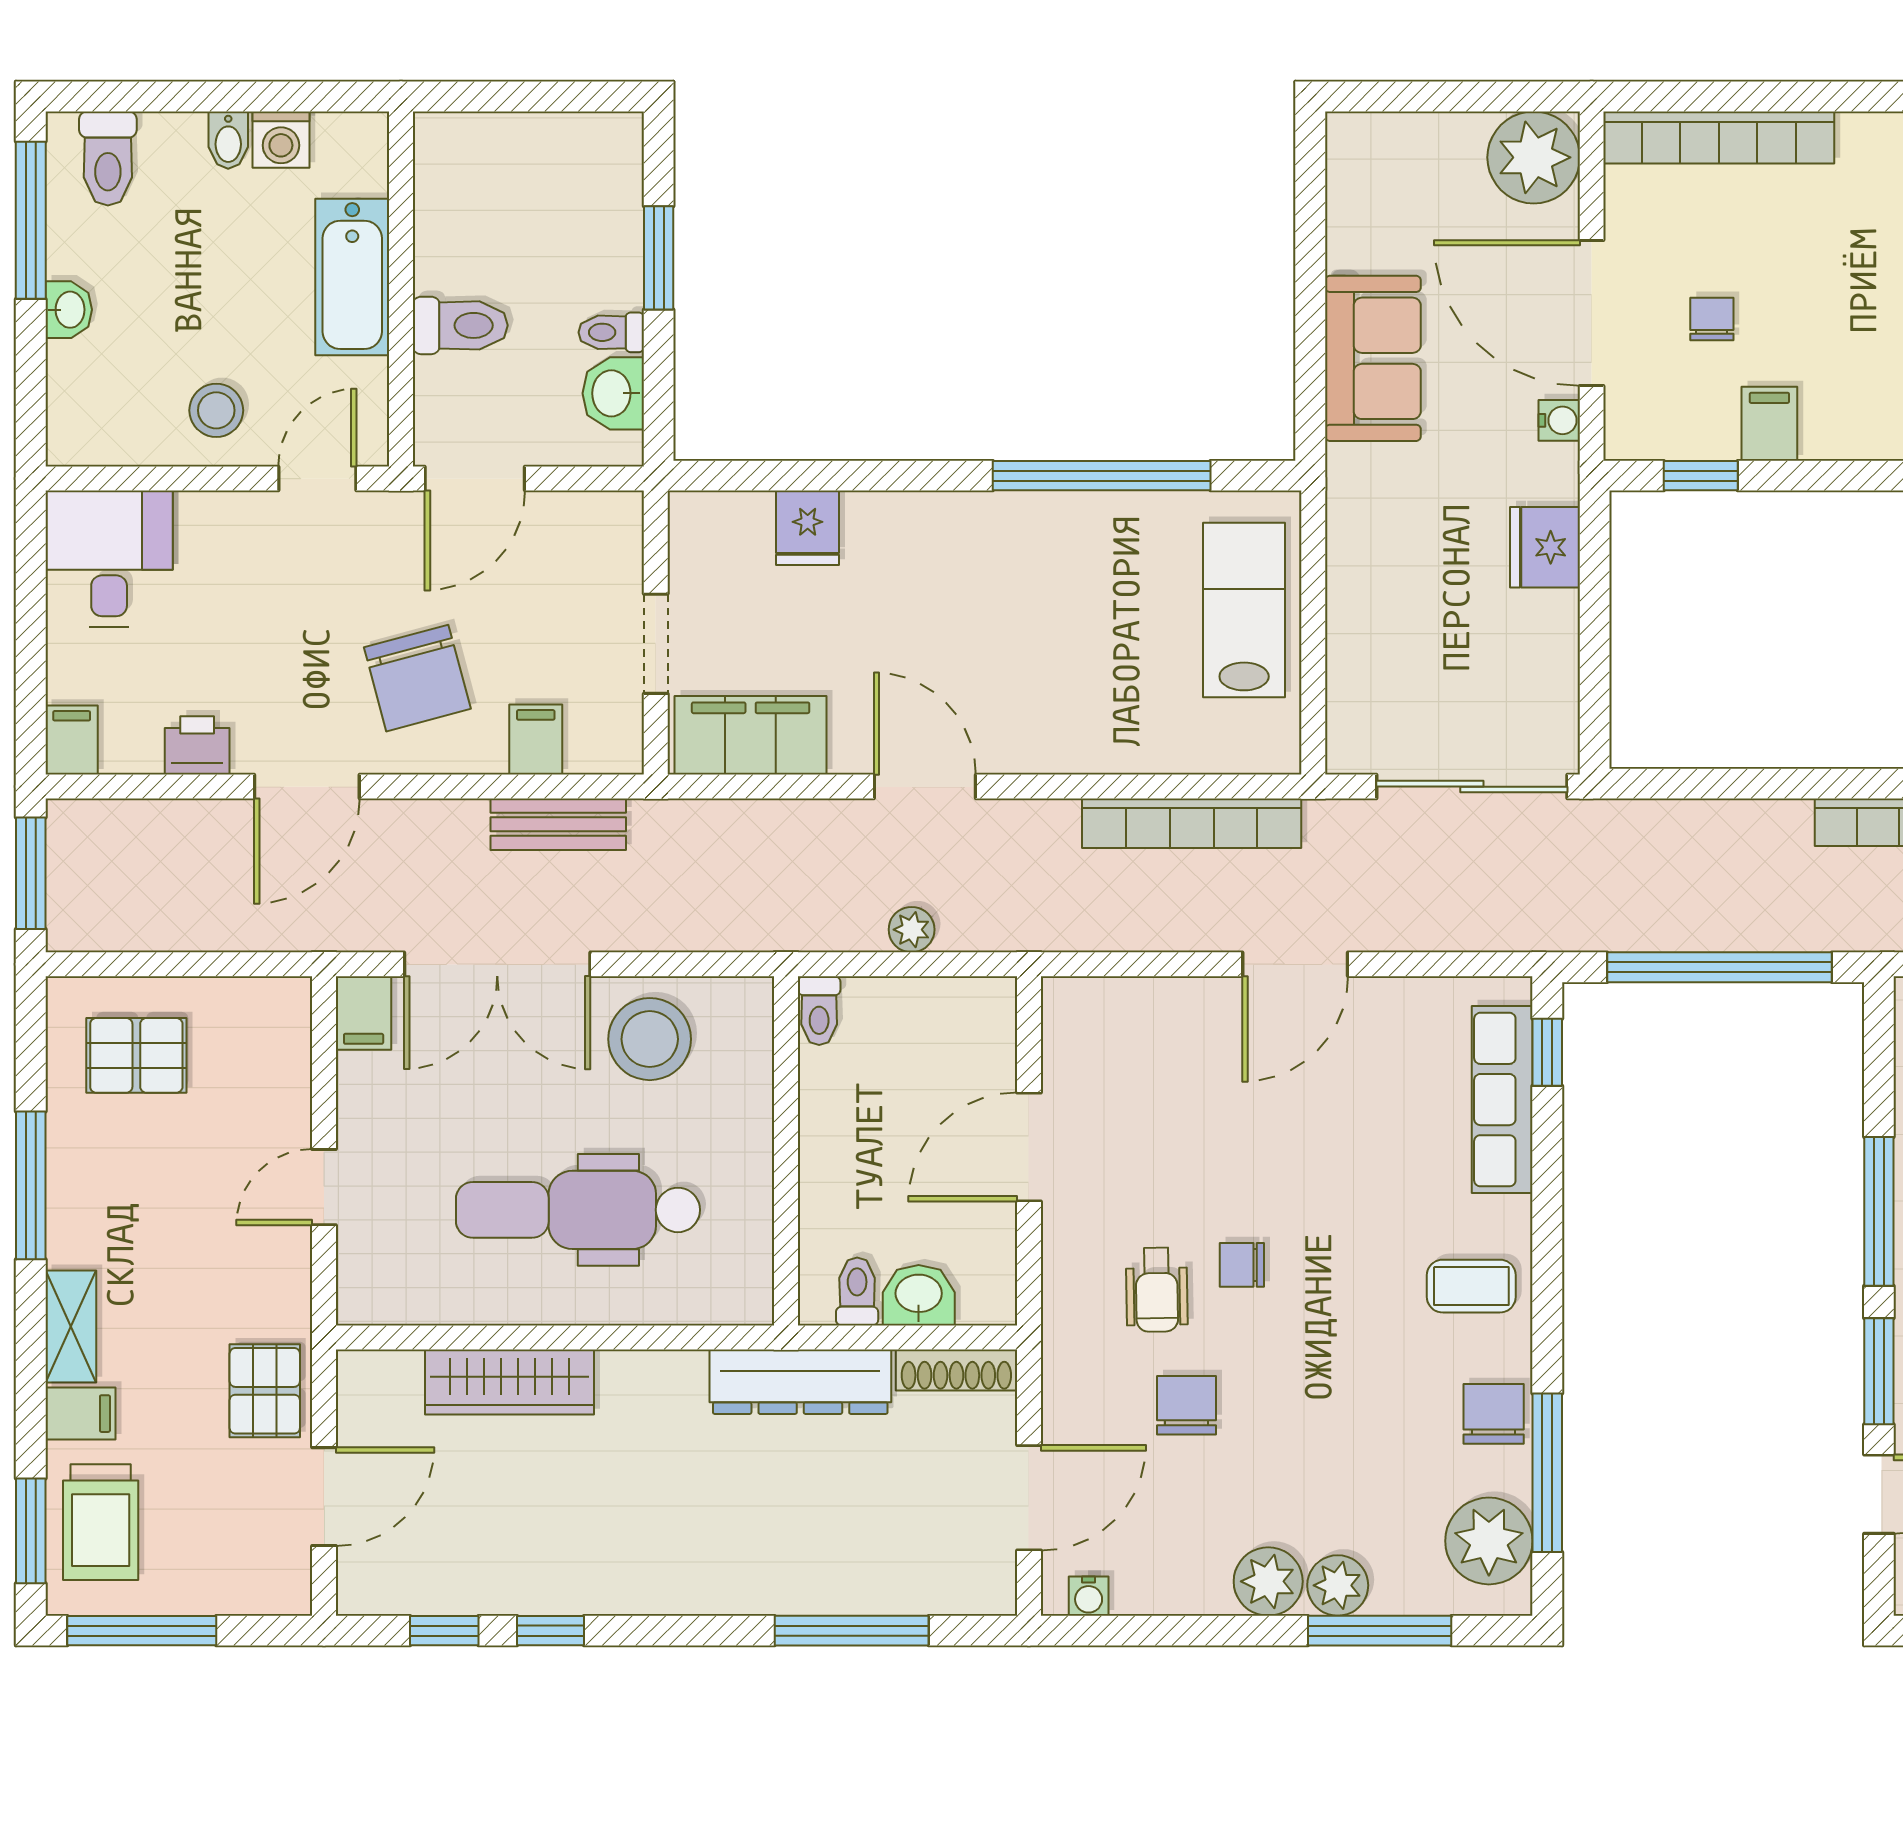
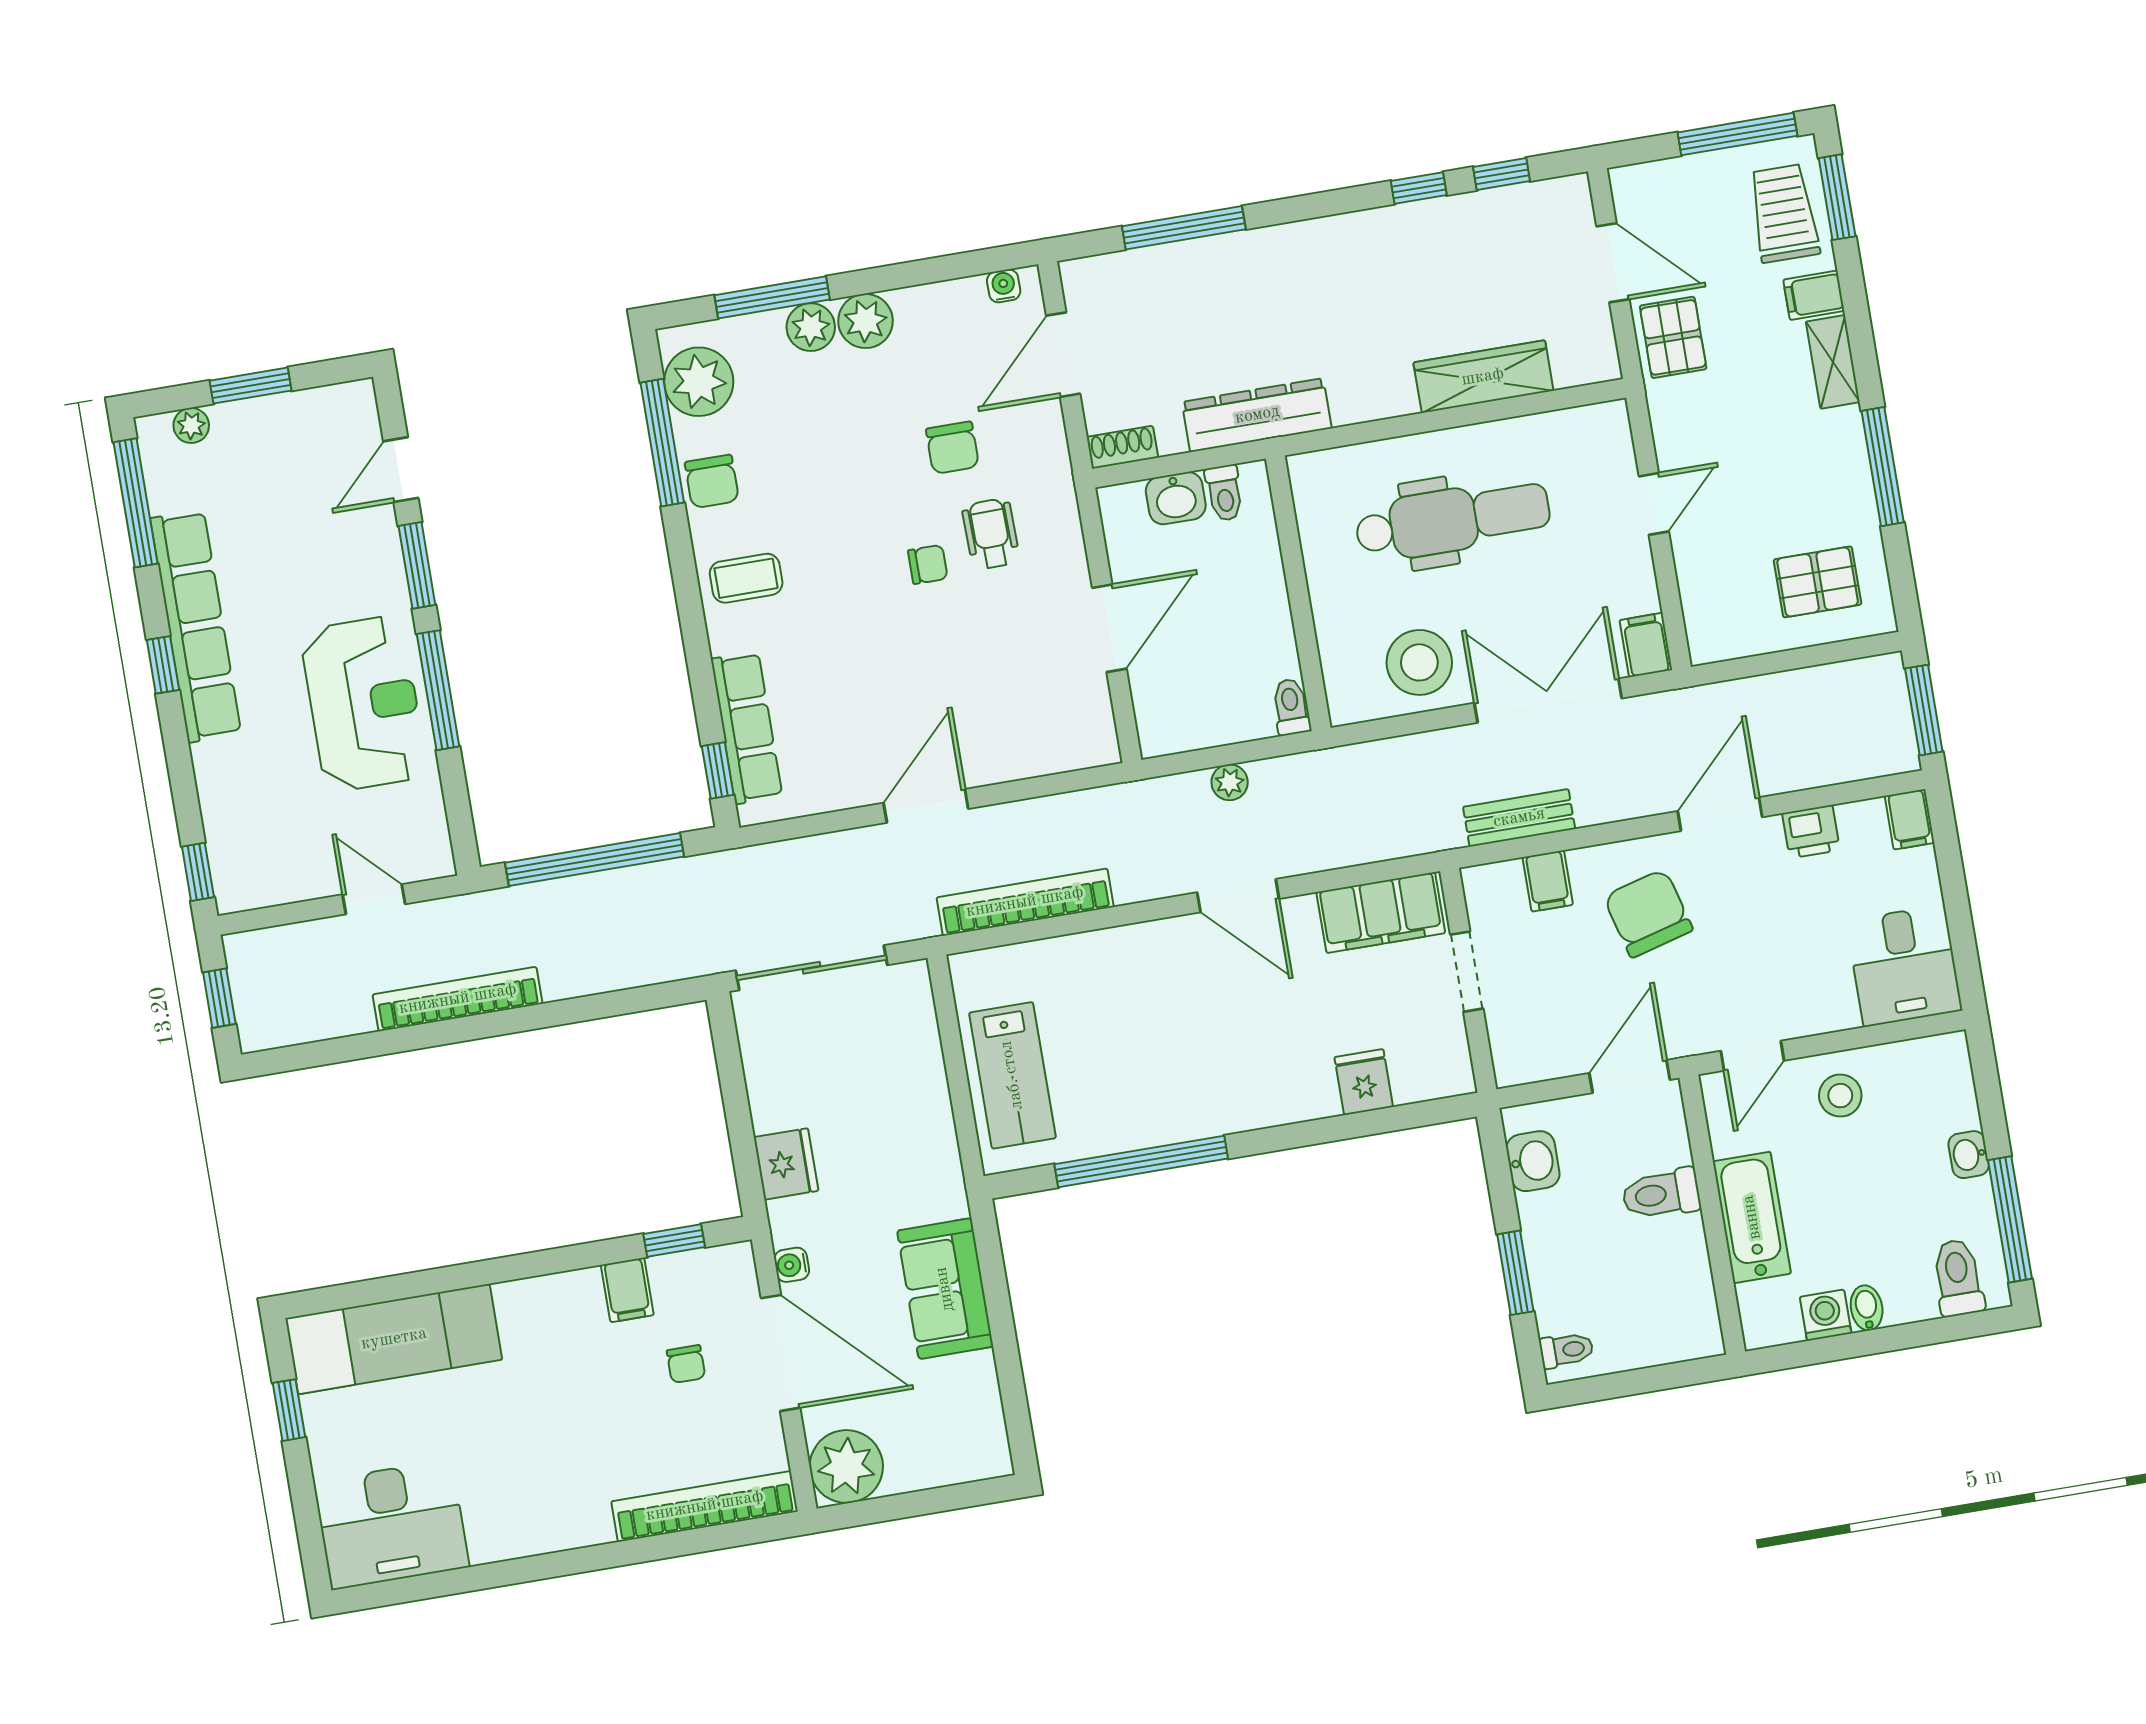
toilet: (611, 332) -> (1566, 1350), moved
shoe rack: (956, 1370) -> (1122, 447), width x0.70
door: (324, 1497) -> (1613, 263), swing flipped

